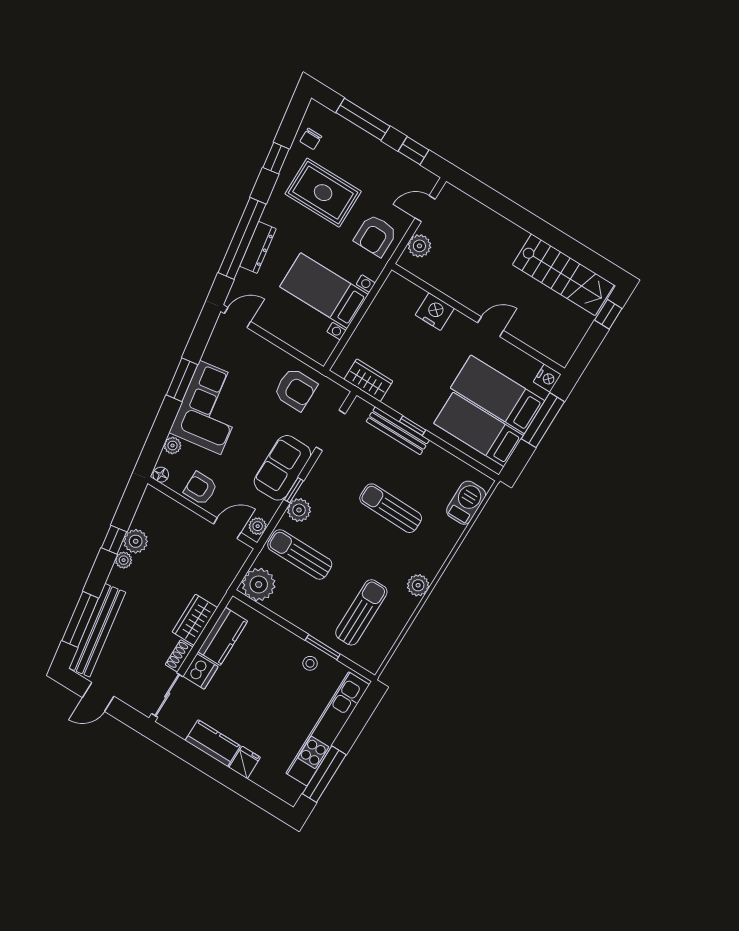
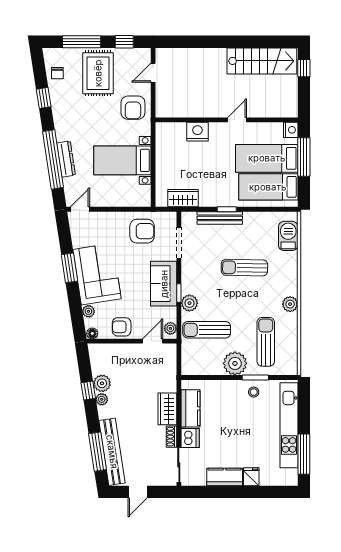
rug: (323, 193) -> (98, 73), moved, turned 90
plant: (419, 246) -> (164, 97), removed
plant: (259, 585) -> (235, 363), moved

